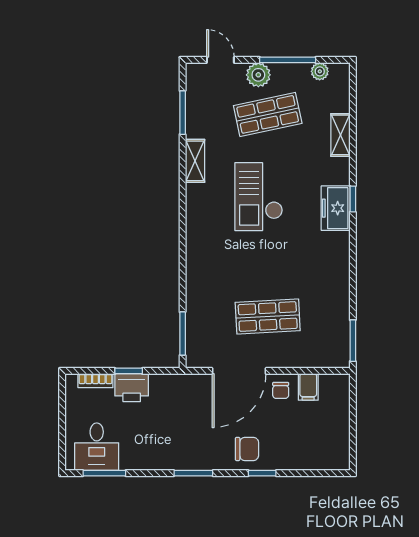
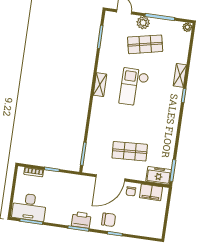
plant: (320, 71) -> (187, 27), moved
shelving: (340, 135) -> (180, 75), moved
shelving: (195, 161) -> (100, 85), moved
freezer: (336, 208) -> (159, 176), moved, turned 90
filing cabinet: (308, 387) -> (151, 192), width x2.00
printer: (132, 388) -> (81, 220), moved, turned 180
desk: (97, 447) -> (29, 207), width x1.37

